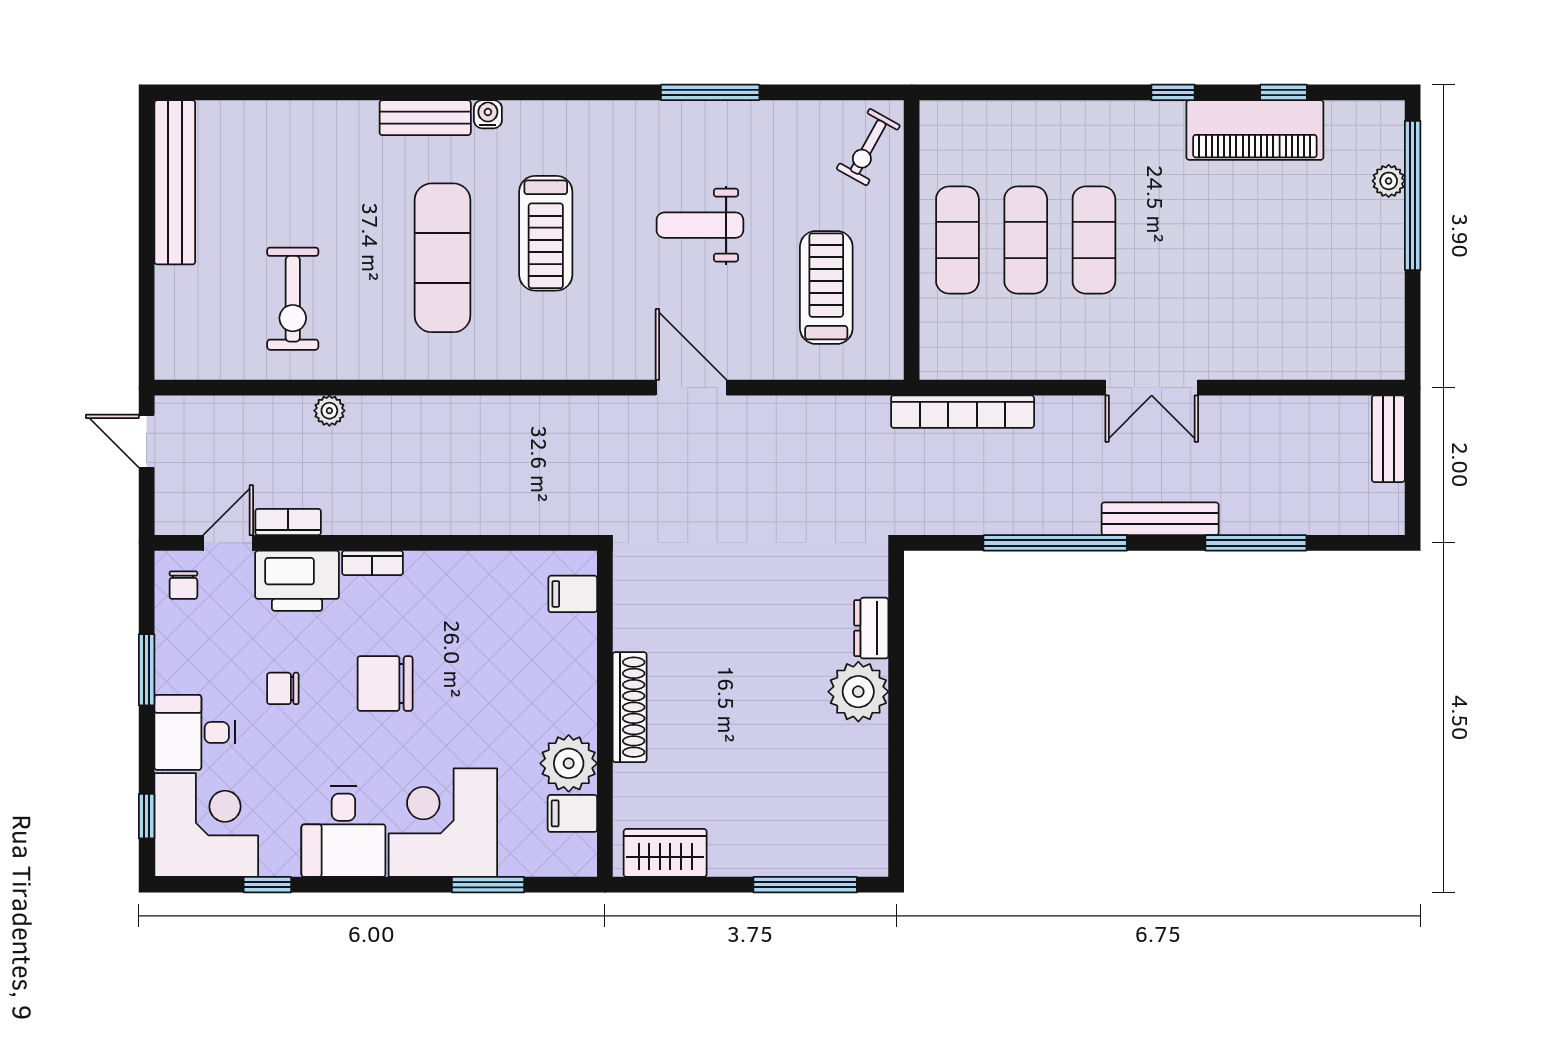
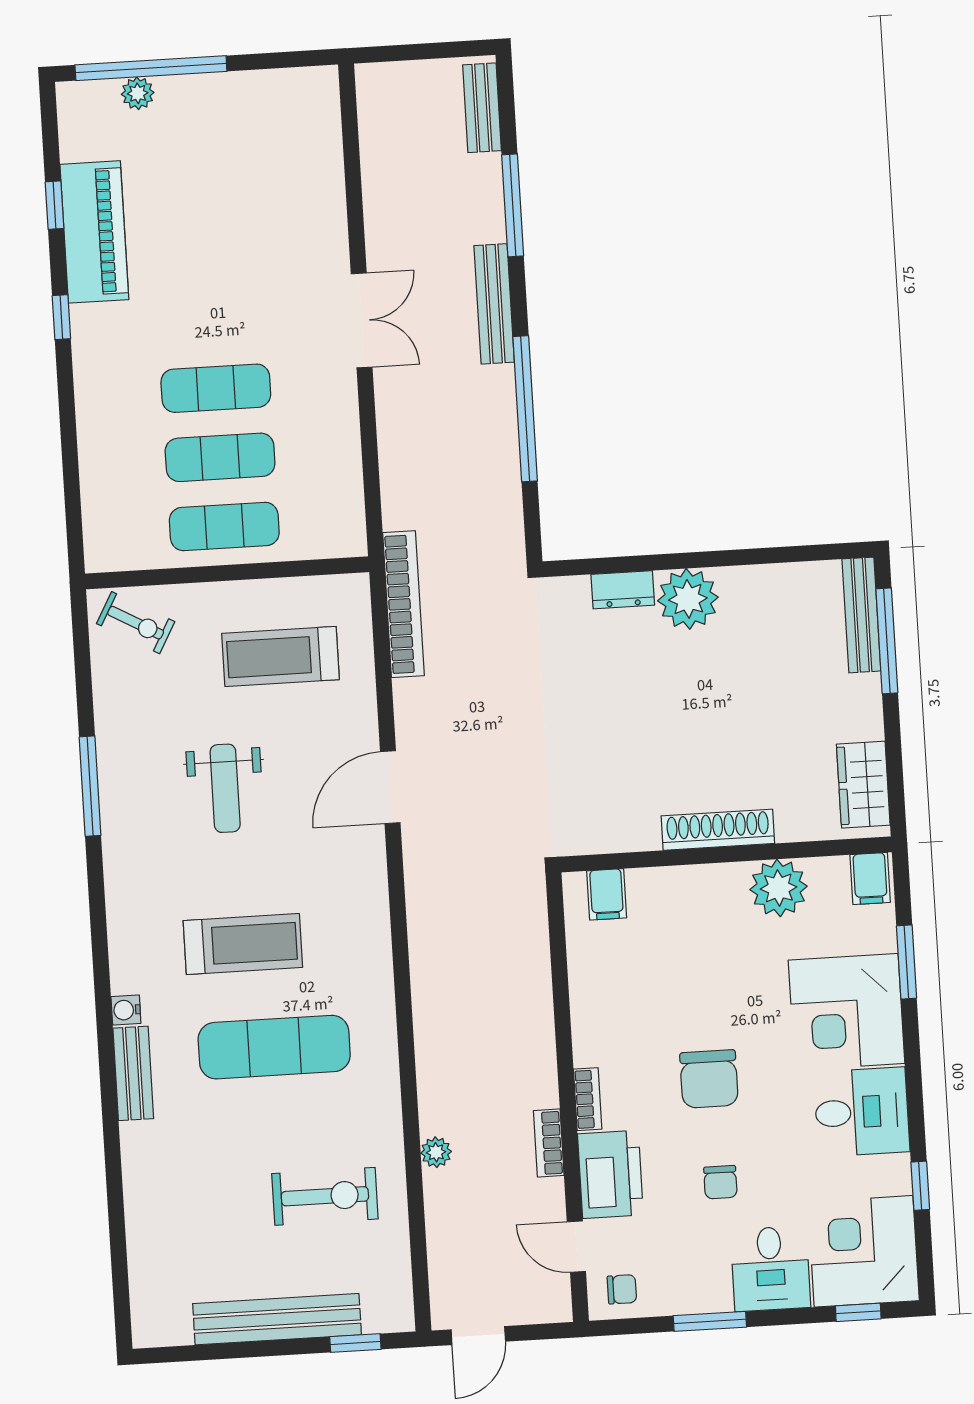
bench: (175, 182) -> (277, 1319), moved
window: (147, 320) -> (355, 1343), added
bookcase: (963, 412) -> (403, 604), moved
bench: (1388, 439) -> (482, 108), moved, turned 90
bookcase: (288, 522) -> (549, 1143), moved
filing cabinet: (572, 813) -> (870, 879), moved
bench: (832, 861) -> (861, 615), added

